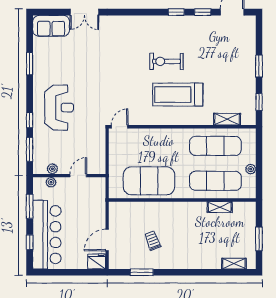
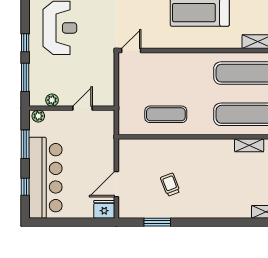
exercise mat: (149, 181) -> (166, 114), width x0.50, depth x0.69
plant: (51, 182) -> (38, 116), moved

